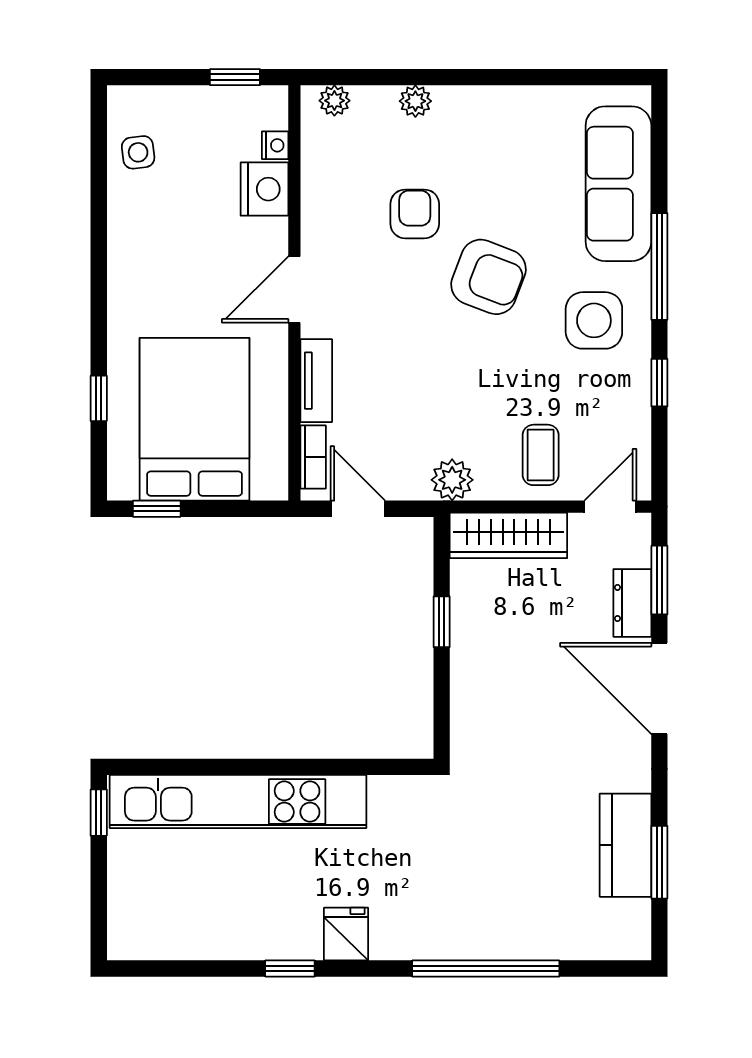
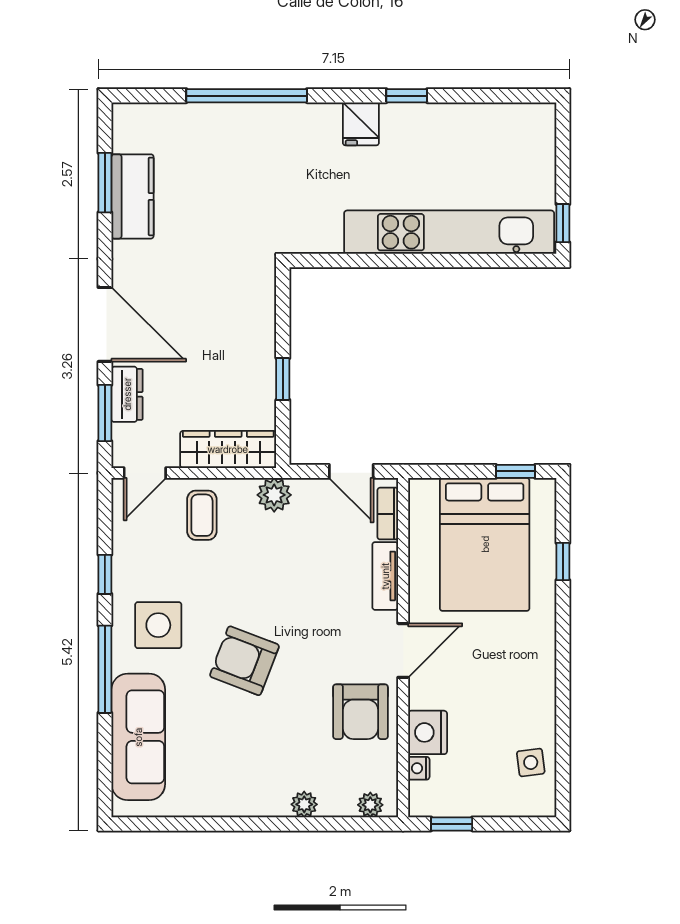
armchair: (415, 214) -> (360, 712), moved, width x1.38, depth x1.38

